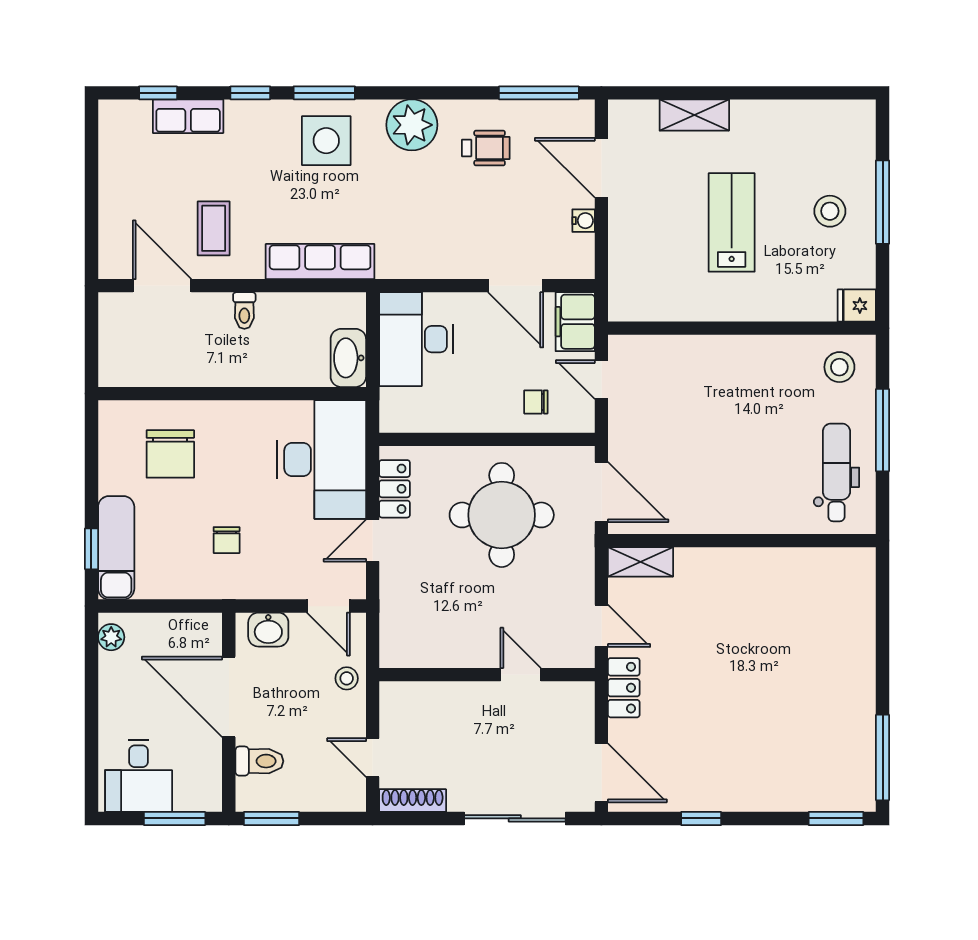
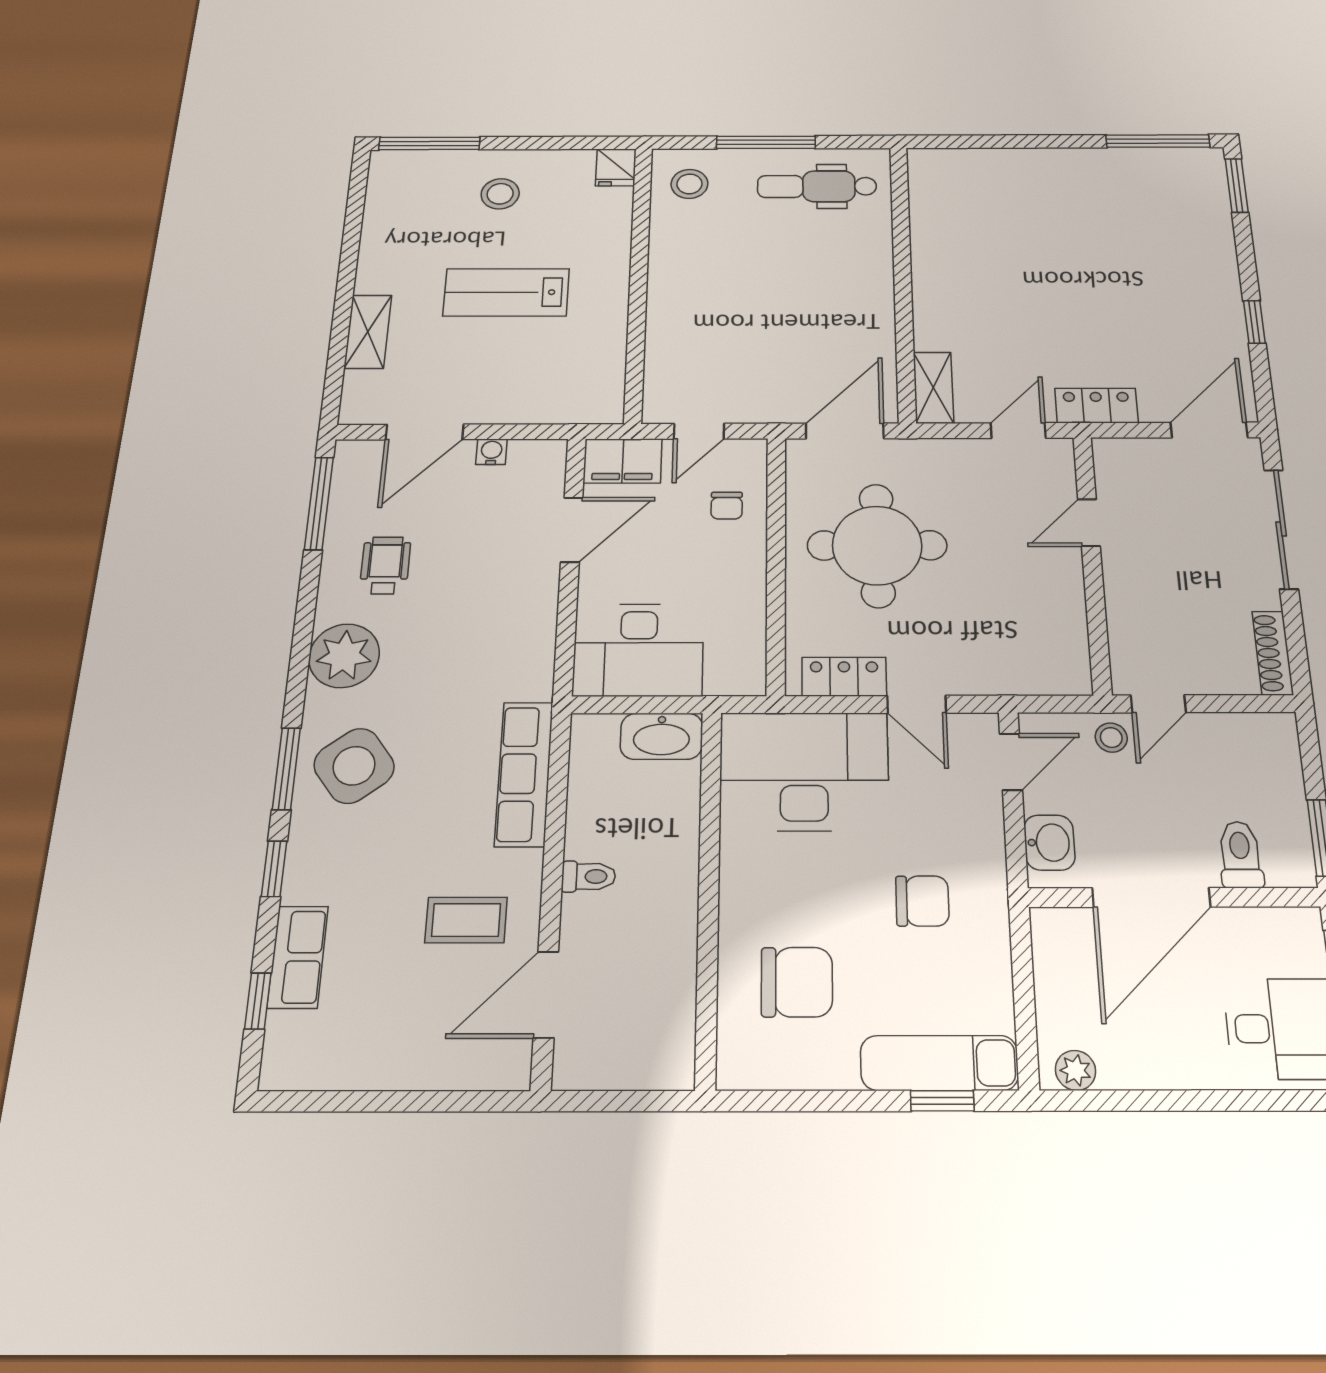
side table: (326, 141) -> (354, 766), turned -37
window: (883, 202) -> (429, 143), moved
chair: (227, 540) -> (922, 901), width x1.37, depth x1.37
door: (373, 758) -> (1158, 704), moved

